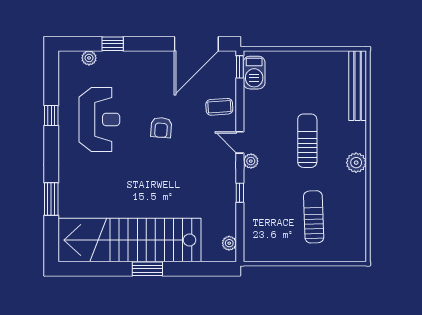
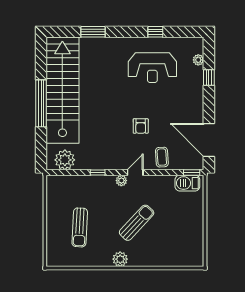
bench: (358, 86) -> (178, 260), removed
armchair: (161, 127) -> (141, 126), moved, turned -94
sun lounger: (307, 141) -> (137, 223), turned -47
sun lounger: (314, 217) -> (80, 227), turned 95
plant: (229, 243) -> (65, 160), width x1.88, depth x1.88
window: (147, 269) -> (41, 103), width x2.11

